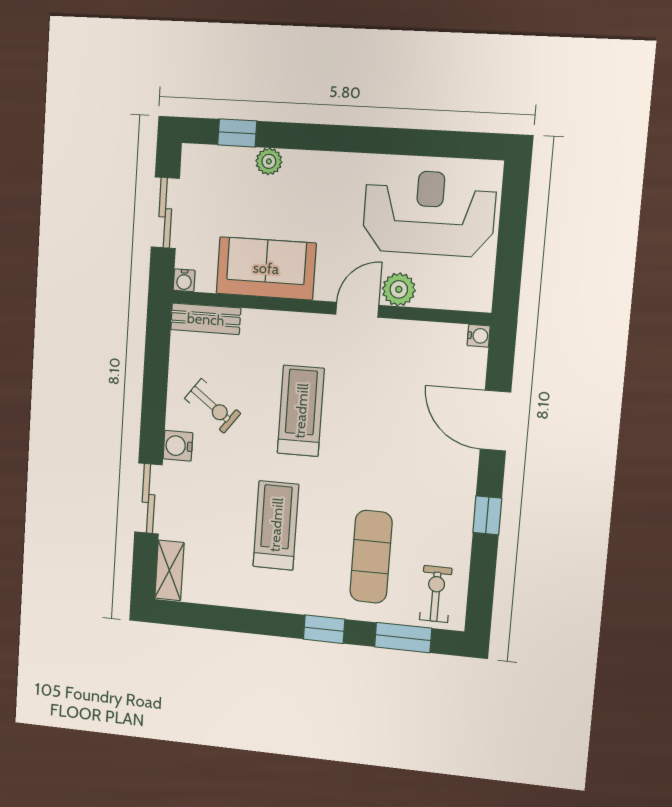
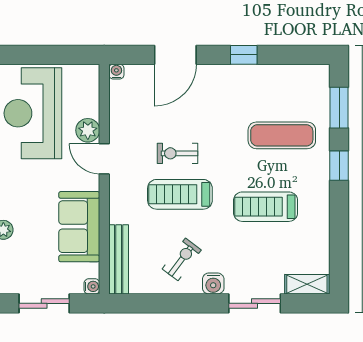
bench: (206, 319) -> (119, 259), width x1.36
exercise bike: (436, 594) -> (178, 153), moved

